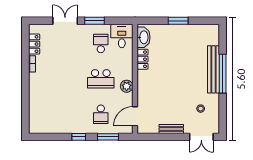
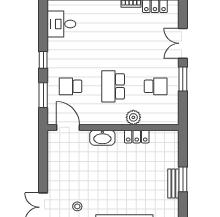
double door: (65, 21) -> (183, 43), swing flipped
desk: (122, 36) -> (61, 24), moved, turned 180
washbasin: (144, 37) -> (102, 138), moved
plant: (127, 86) -> (133, 117), moved
bench: (171, 129) -> (173, 183), moved

